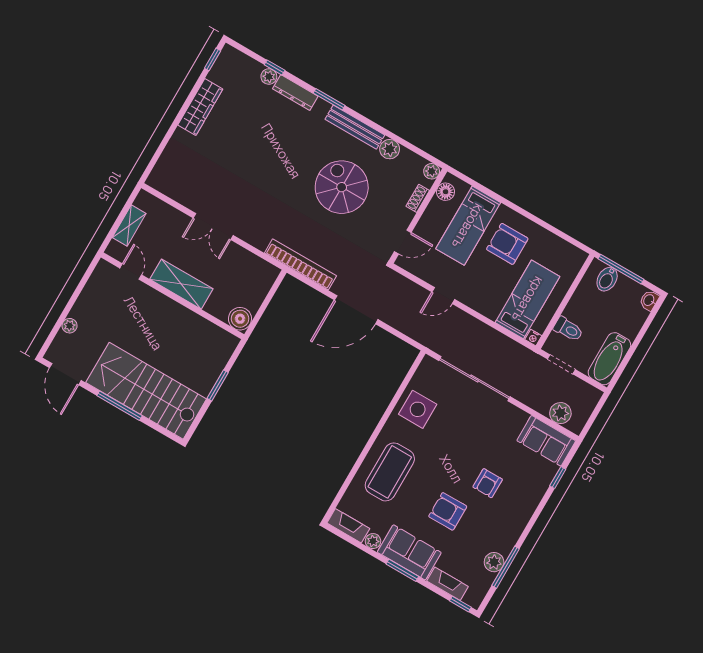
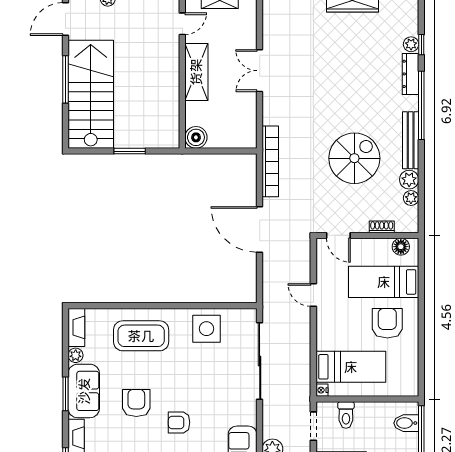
window: (329, 99) -> (421, 105), width x2.11
plant: (432, 171) -> (411, 198), moved

